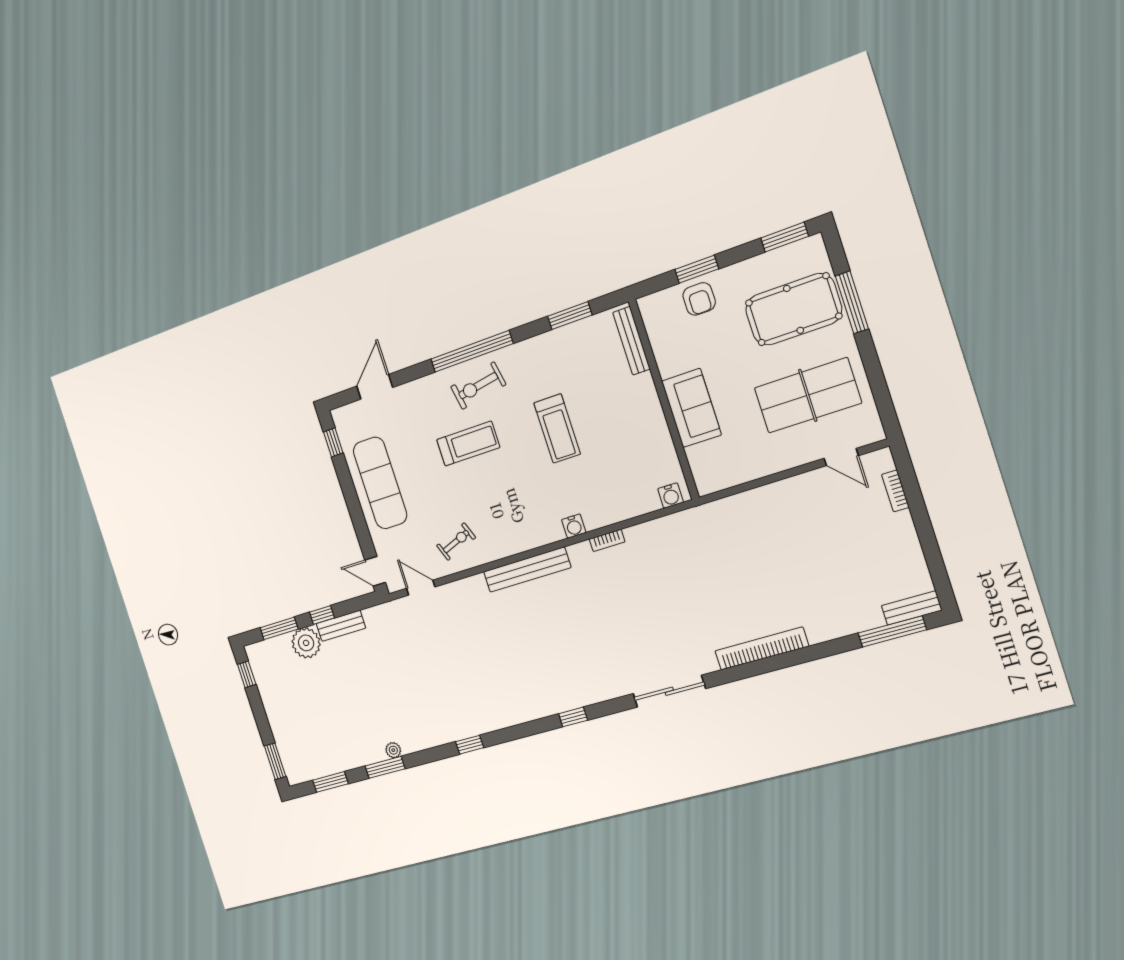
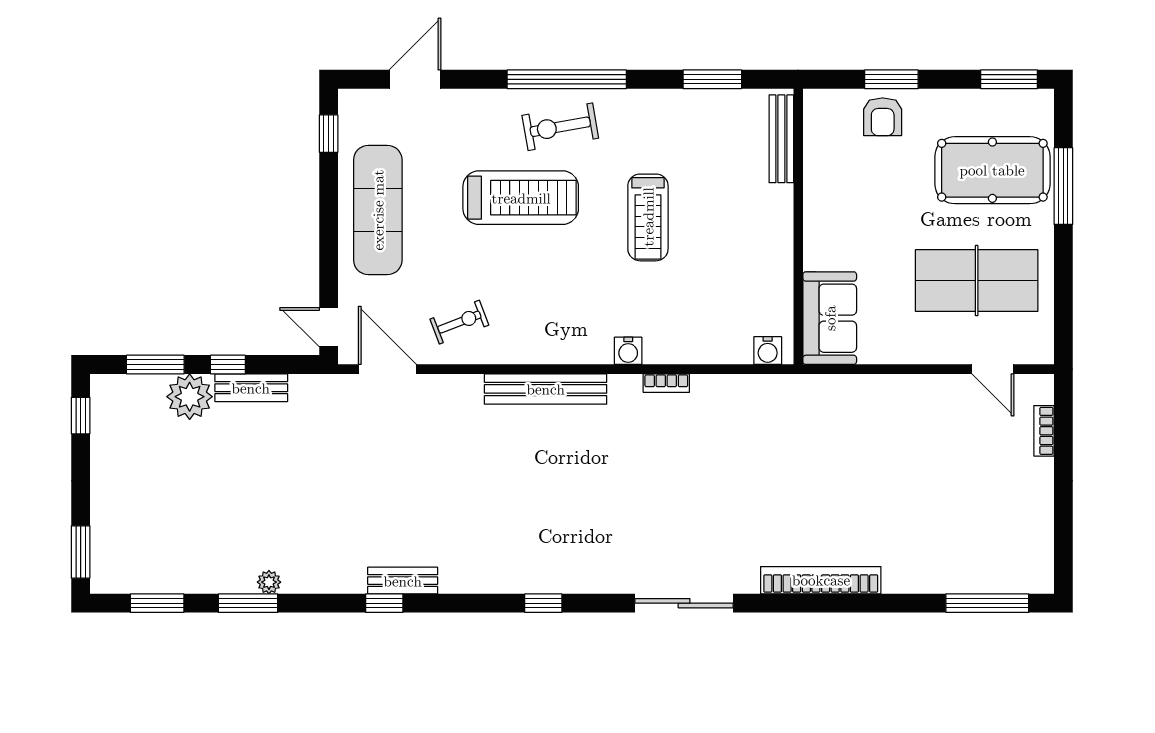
sofa: (691, 408) -> (830, 318), moved
treadmill: (468, 444) -> (521, 198), width x1.37, depth x1.38
door: (421, 588) -> (387, 369), width x1.38
bench: (912, 608) -> (403, 581), moved

